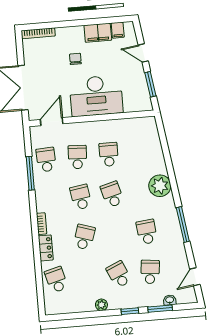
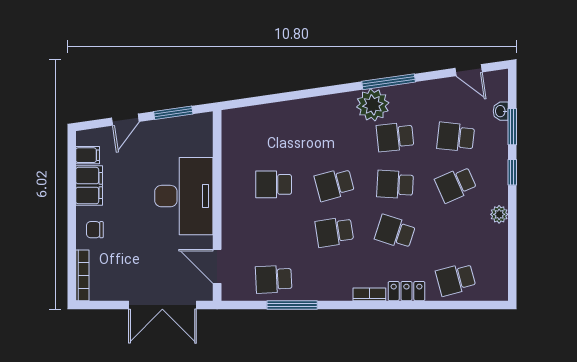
chair: (75, 59) -> (95, 230), moved
school desk: (77, 157) -> (395, 184), moved
plant: (160, 186) -> (373, 105), moved

